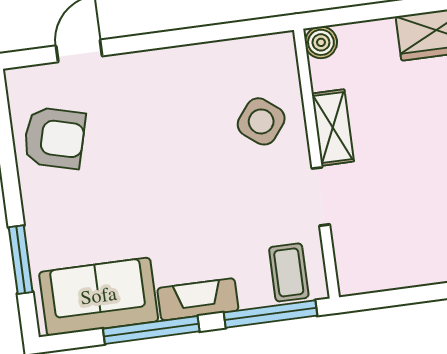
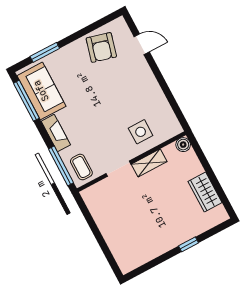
side table: (261, 121) -> (141, 132), turned -38
coffee table: (289, 272) -> (81, 167), turned 90
window: (151, 330) -> (26, 101), moved

